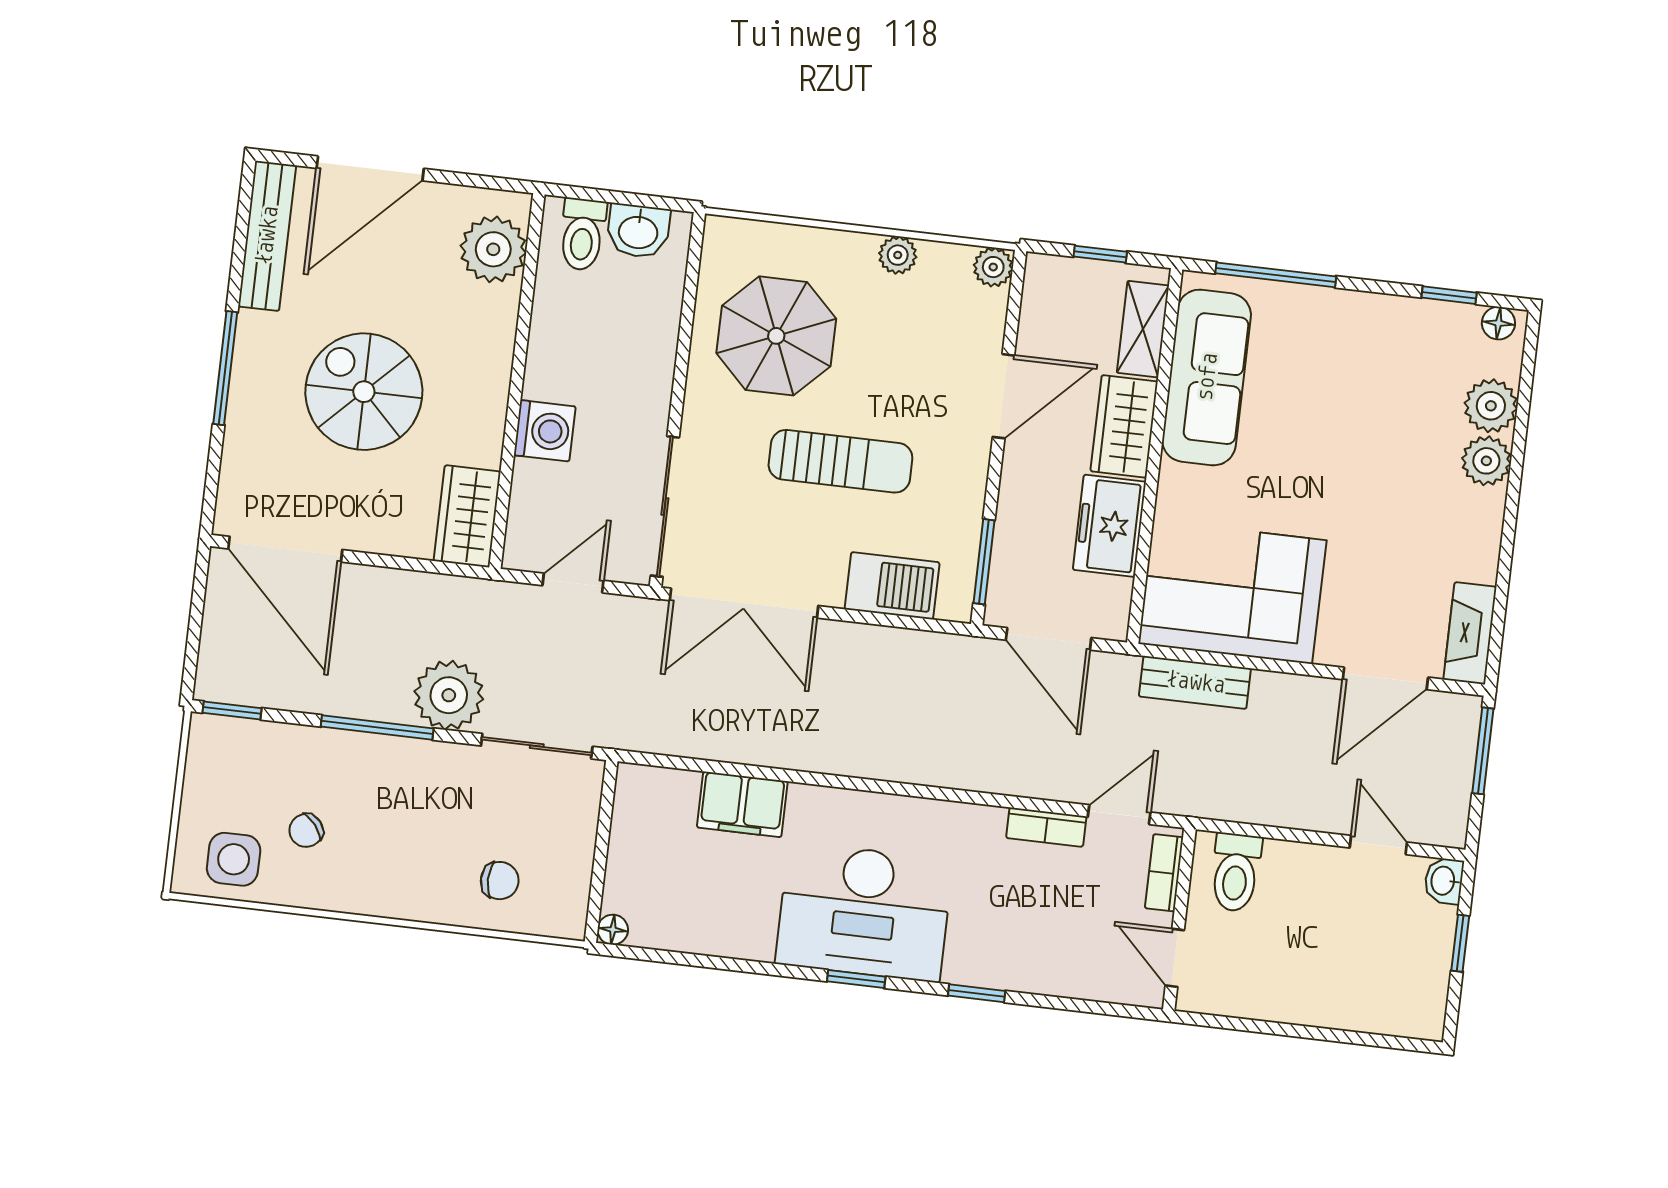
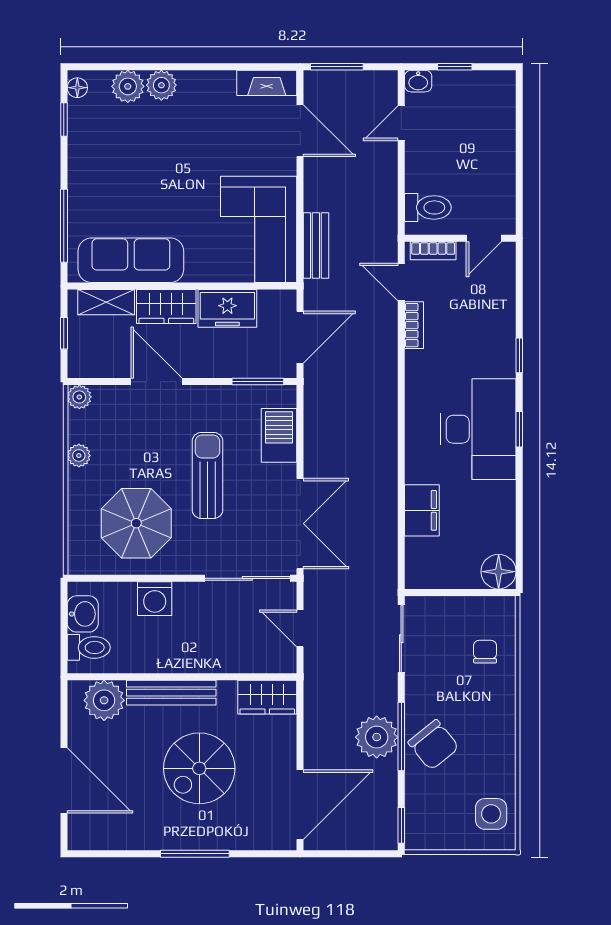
bench: (267, 236) -> (171, 693), moved
washing machine: (545, 431) -> (155, 599), moved, turned 180
plant: (449, 695) -> (377, 737), moved
chair: (306, 830) -> (433, 745), moved, width x1.87, depth x1.87
floor lamp: (613, 930) -> (499, 572), width x1.89, depth x1.89

